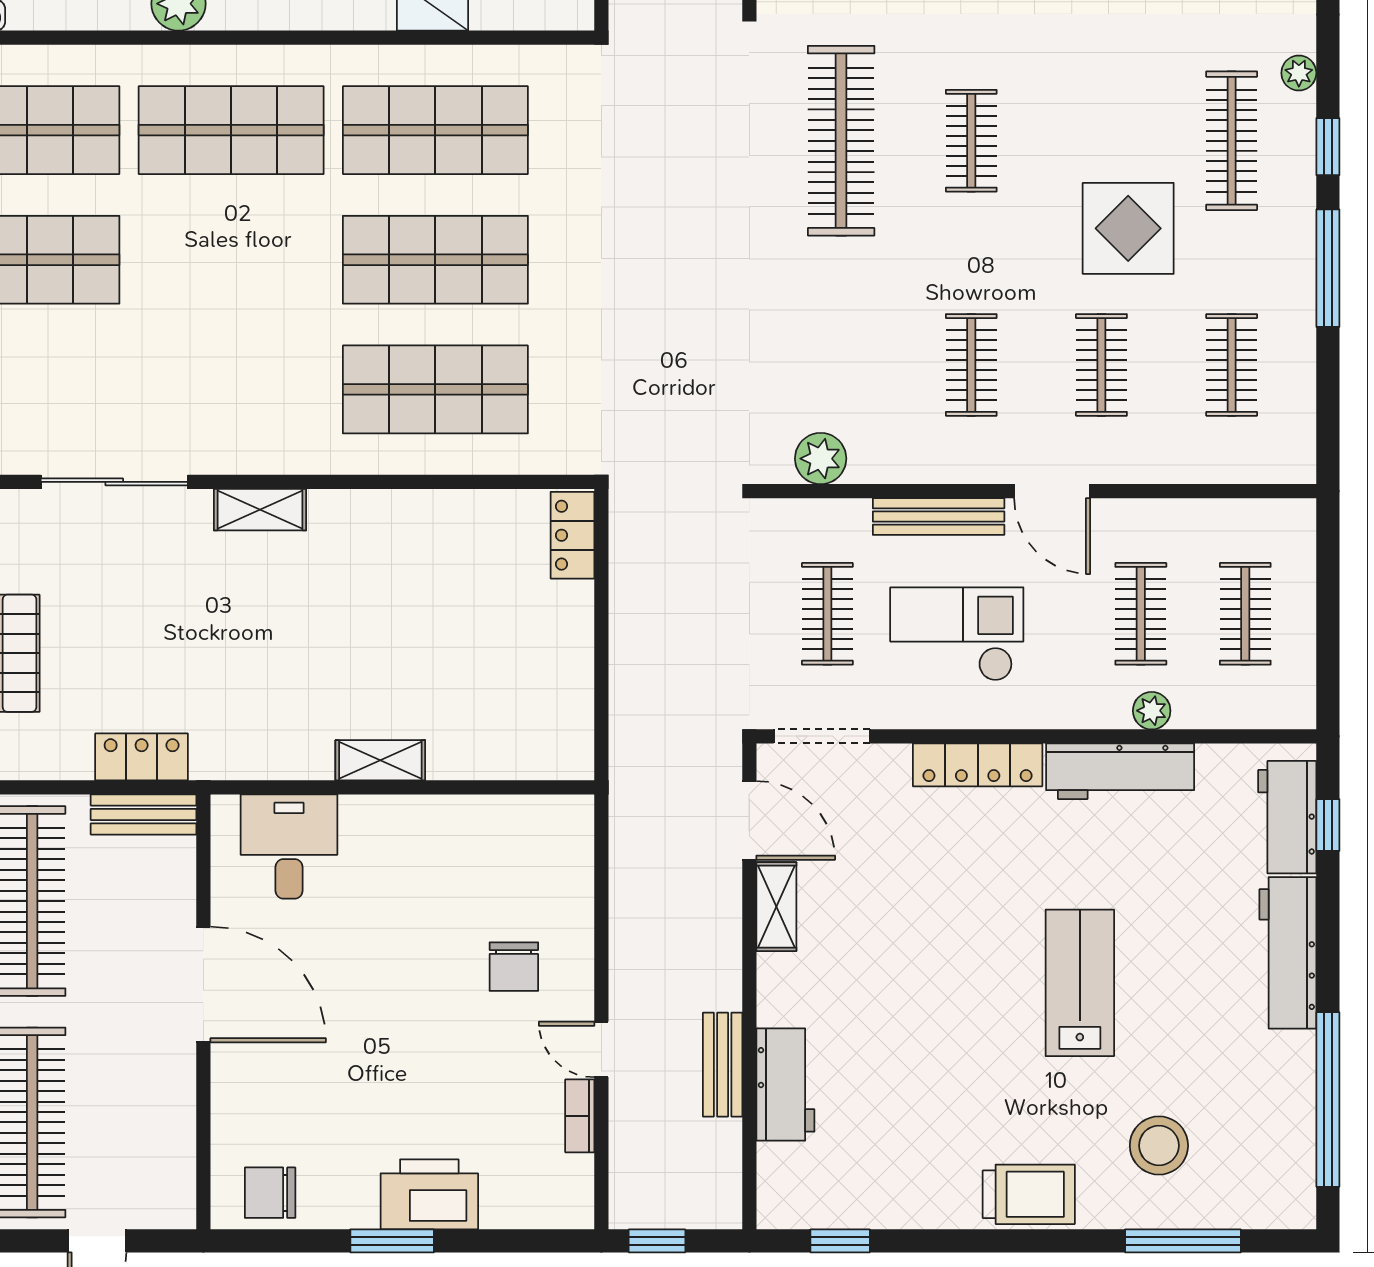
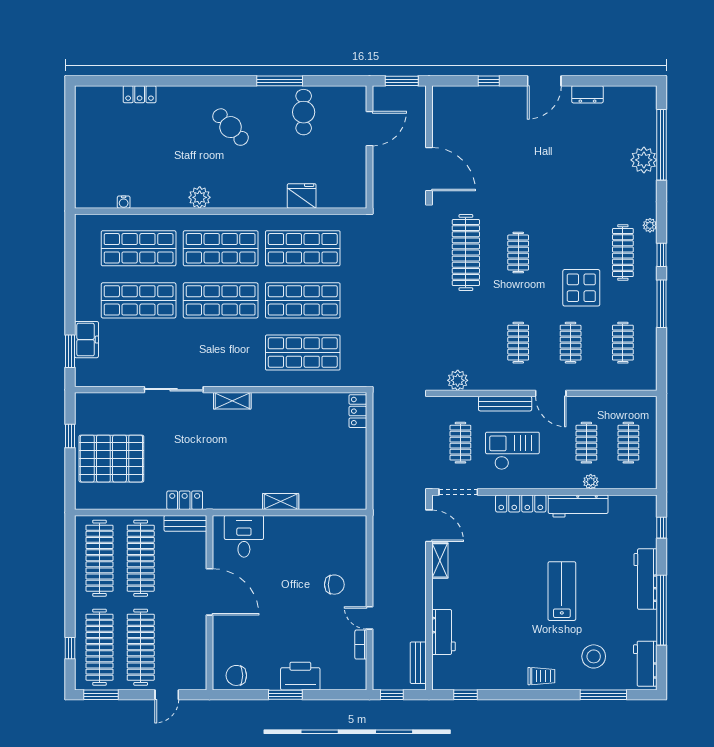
shop shelf: (231, 260) -> (221, 300), added
workbench: (1287, 817) -> (645, 664), moved
chair: (514, 967) -> (334, 585), turned -90
bench: (723, 1065) -> (418, 663), moved
window: (1328, 1100) -> (662, 610), moved
trolley: (1029, 1194) -> (541, 676), width x0.73, depth x0.72

